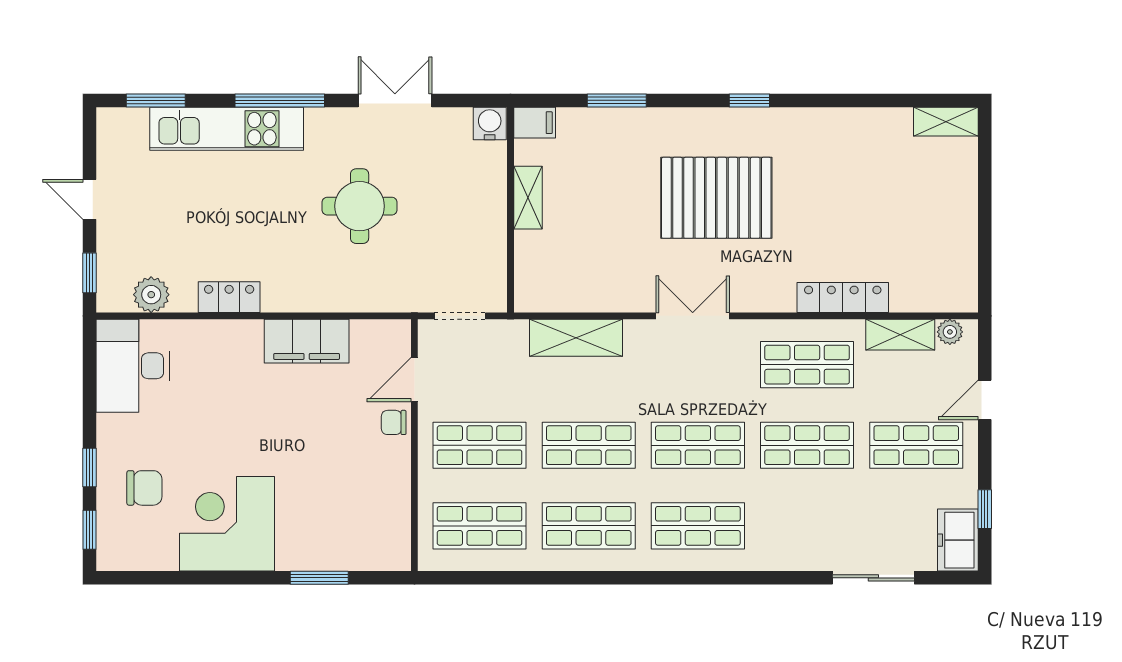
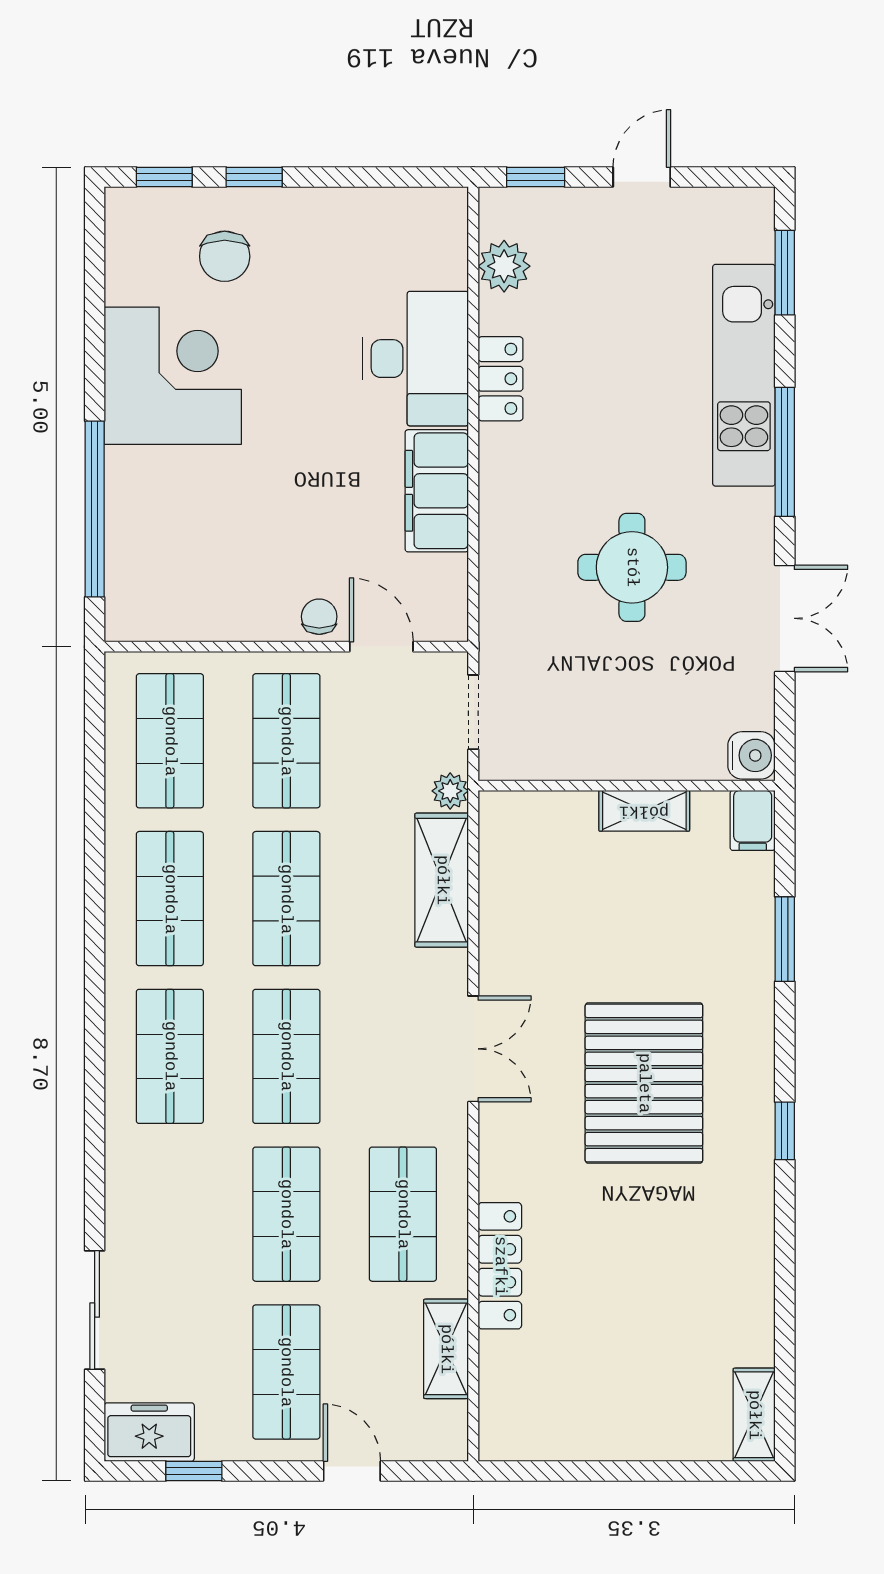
plant: (950, 332) -> (450, 791), moved
desk: (133, 366) -> (416, 359), moved, turned 90
window: (319, 578) -> (95, 509), width x2.11

